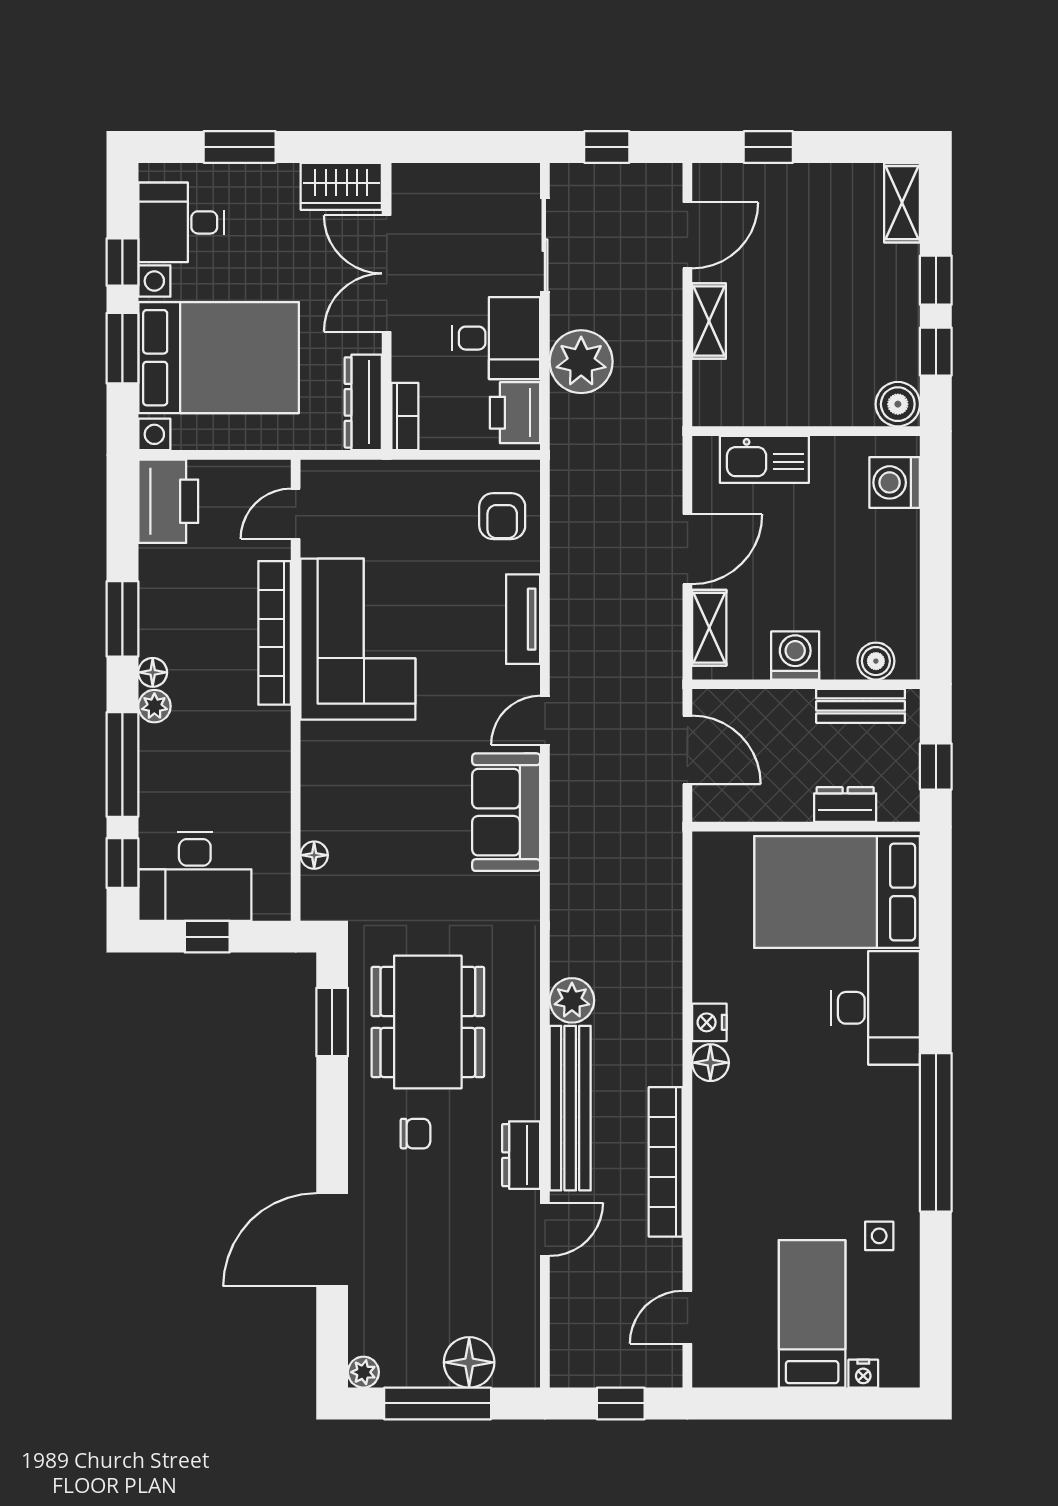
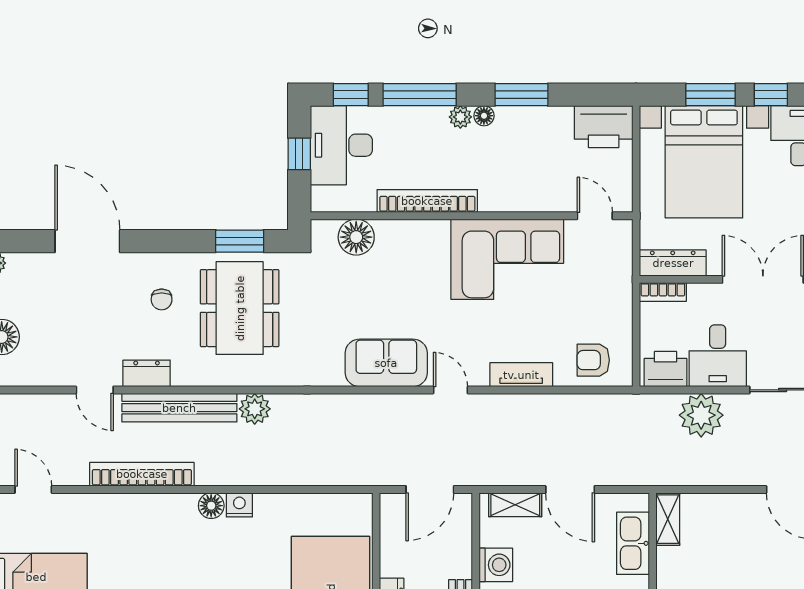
shelving: (709, 321) -> (668, 519), moved, turned 90
bookcase: (275, 633) -> (427, 201), moved
floor lamp: (314, 855) -> (356, 237), width x1.89, depth x1.89
dining table: (428, 1022) -> (240, 308), turned 90

